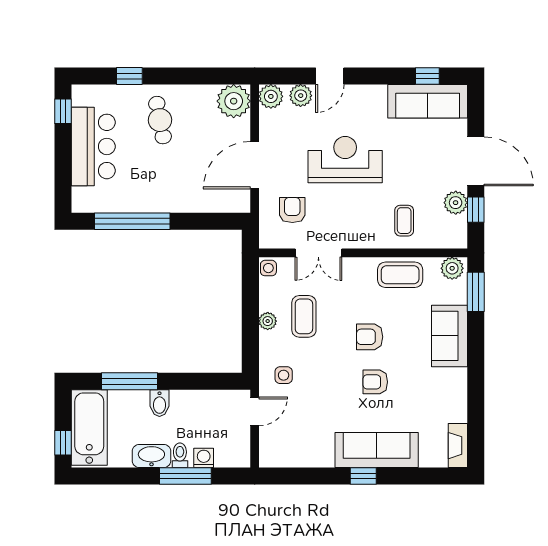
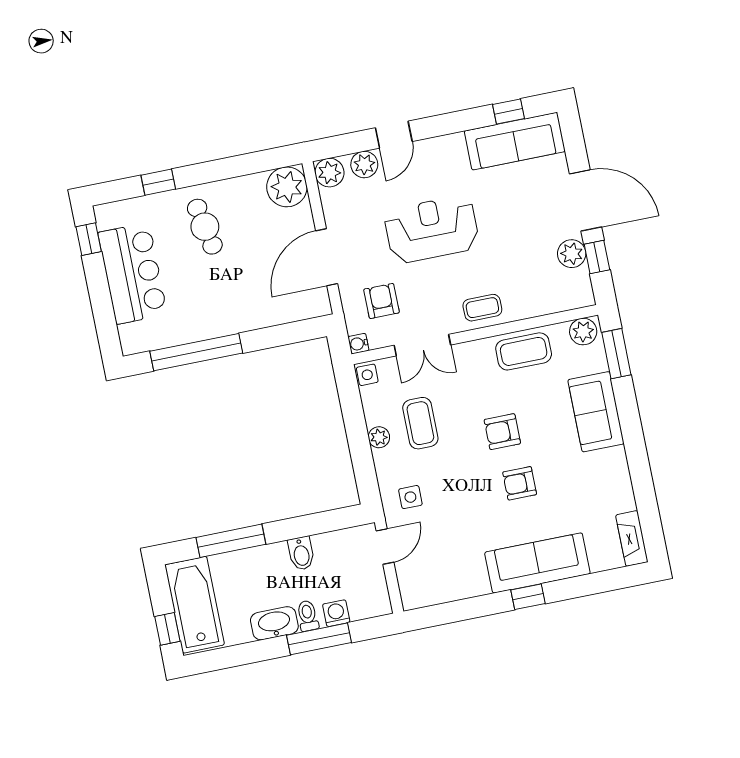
coffee table: (404, 221) -> (482, 308), moved, turned 90
water cooler: (266, 241) -> (358, 344), added
bidet: (159, 403) -> (301, 553), moved

